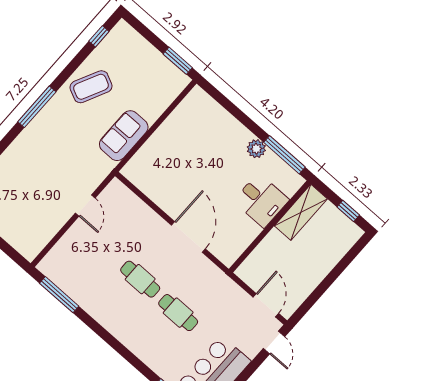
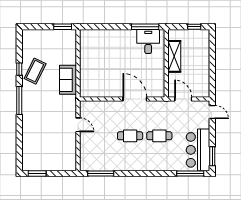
window: (99, 36) -> (19, 69), moved
plant: (256, 149) -> (131, 35), removed
desk: (261, 200) -> (148, 41), moved, turned -90
shelving: (301, 212) -> (174, 56), moved
door: (266, 305) -> (183, 99), moved

